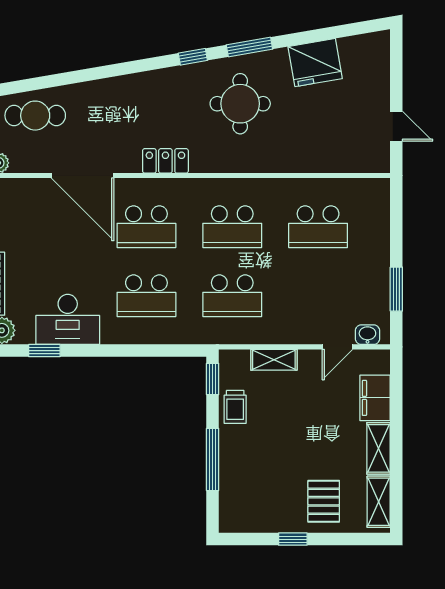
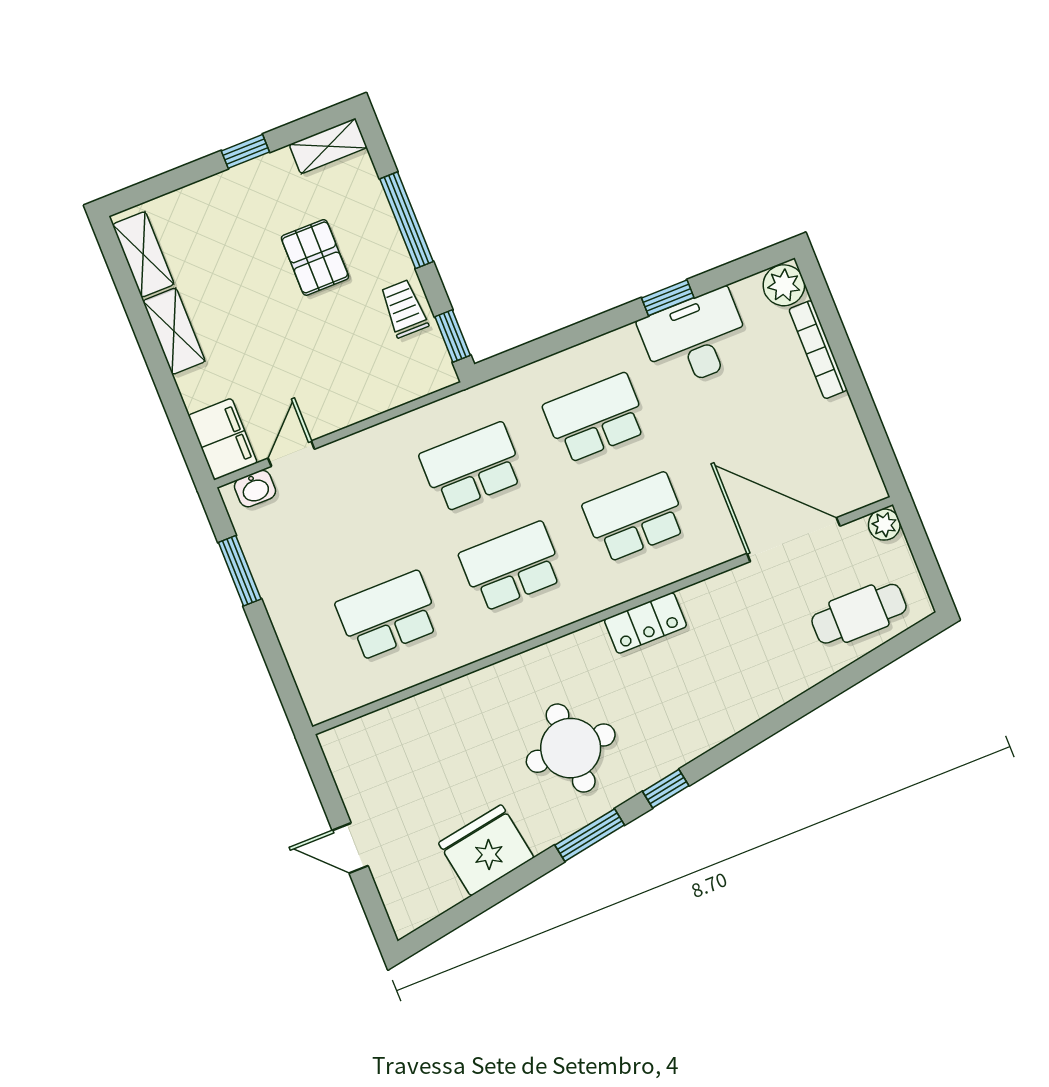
door: (396, 126) -> (350, 848), moved
door: (82, 176) -> (793, 540), moved
window: (44, 351) -> (668, 298), moved
shelving: (274, 360) -> (328, 146), moved
filing cabinet: (375, 398) -> (223, 439), moved
pallet: (324, 501) -> (315, 257), moved

